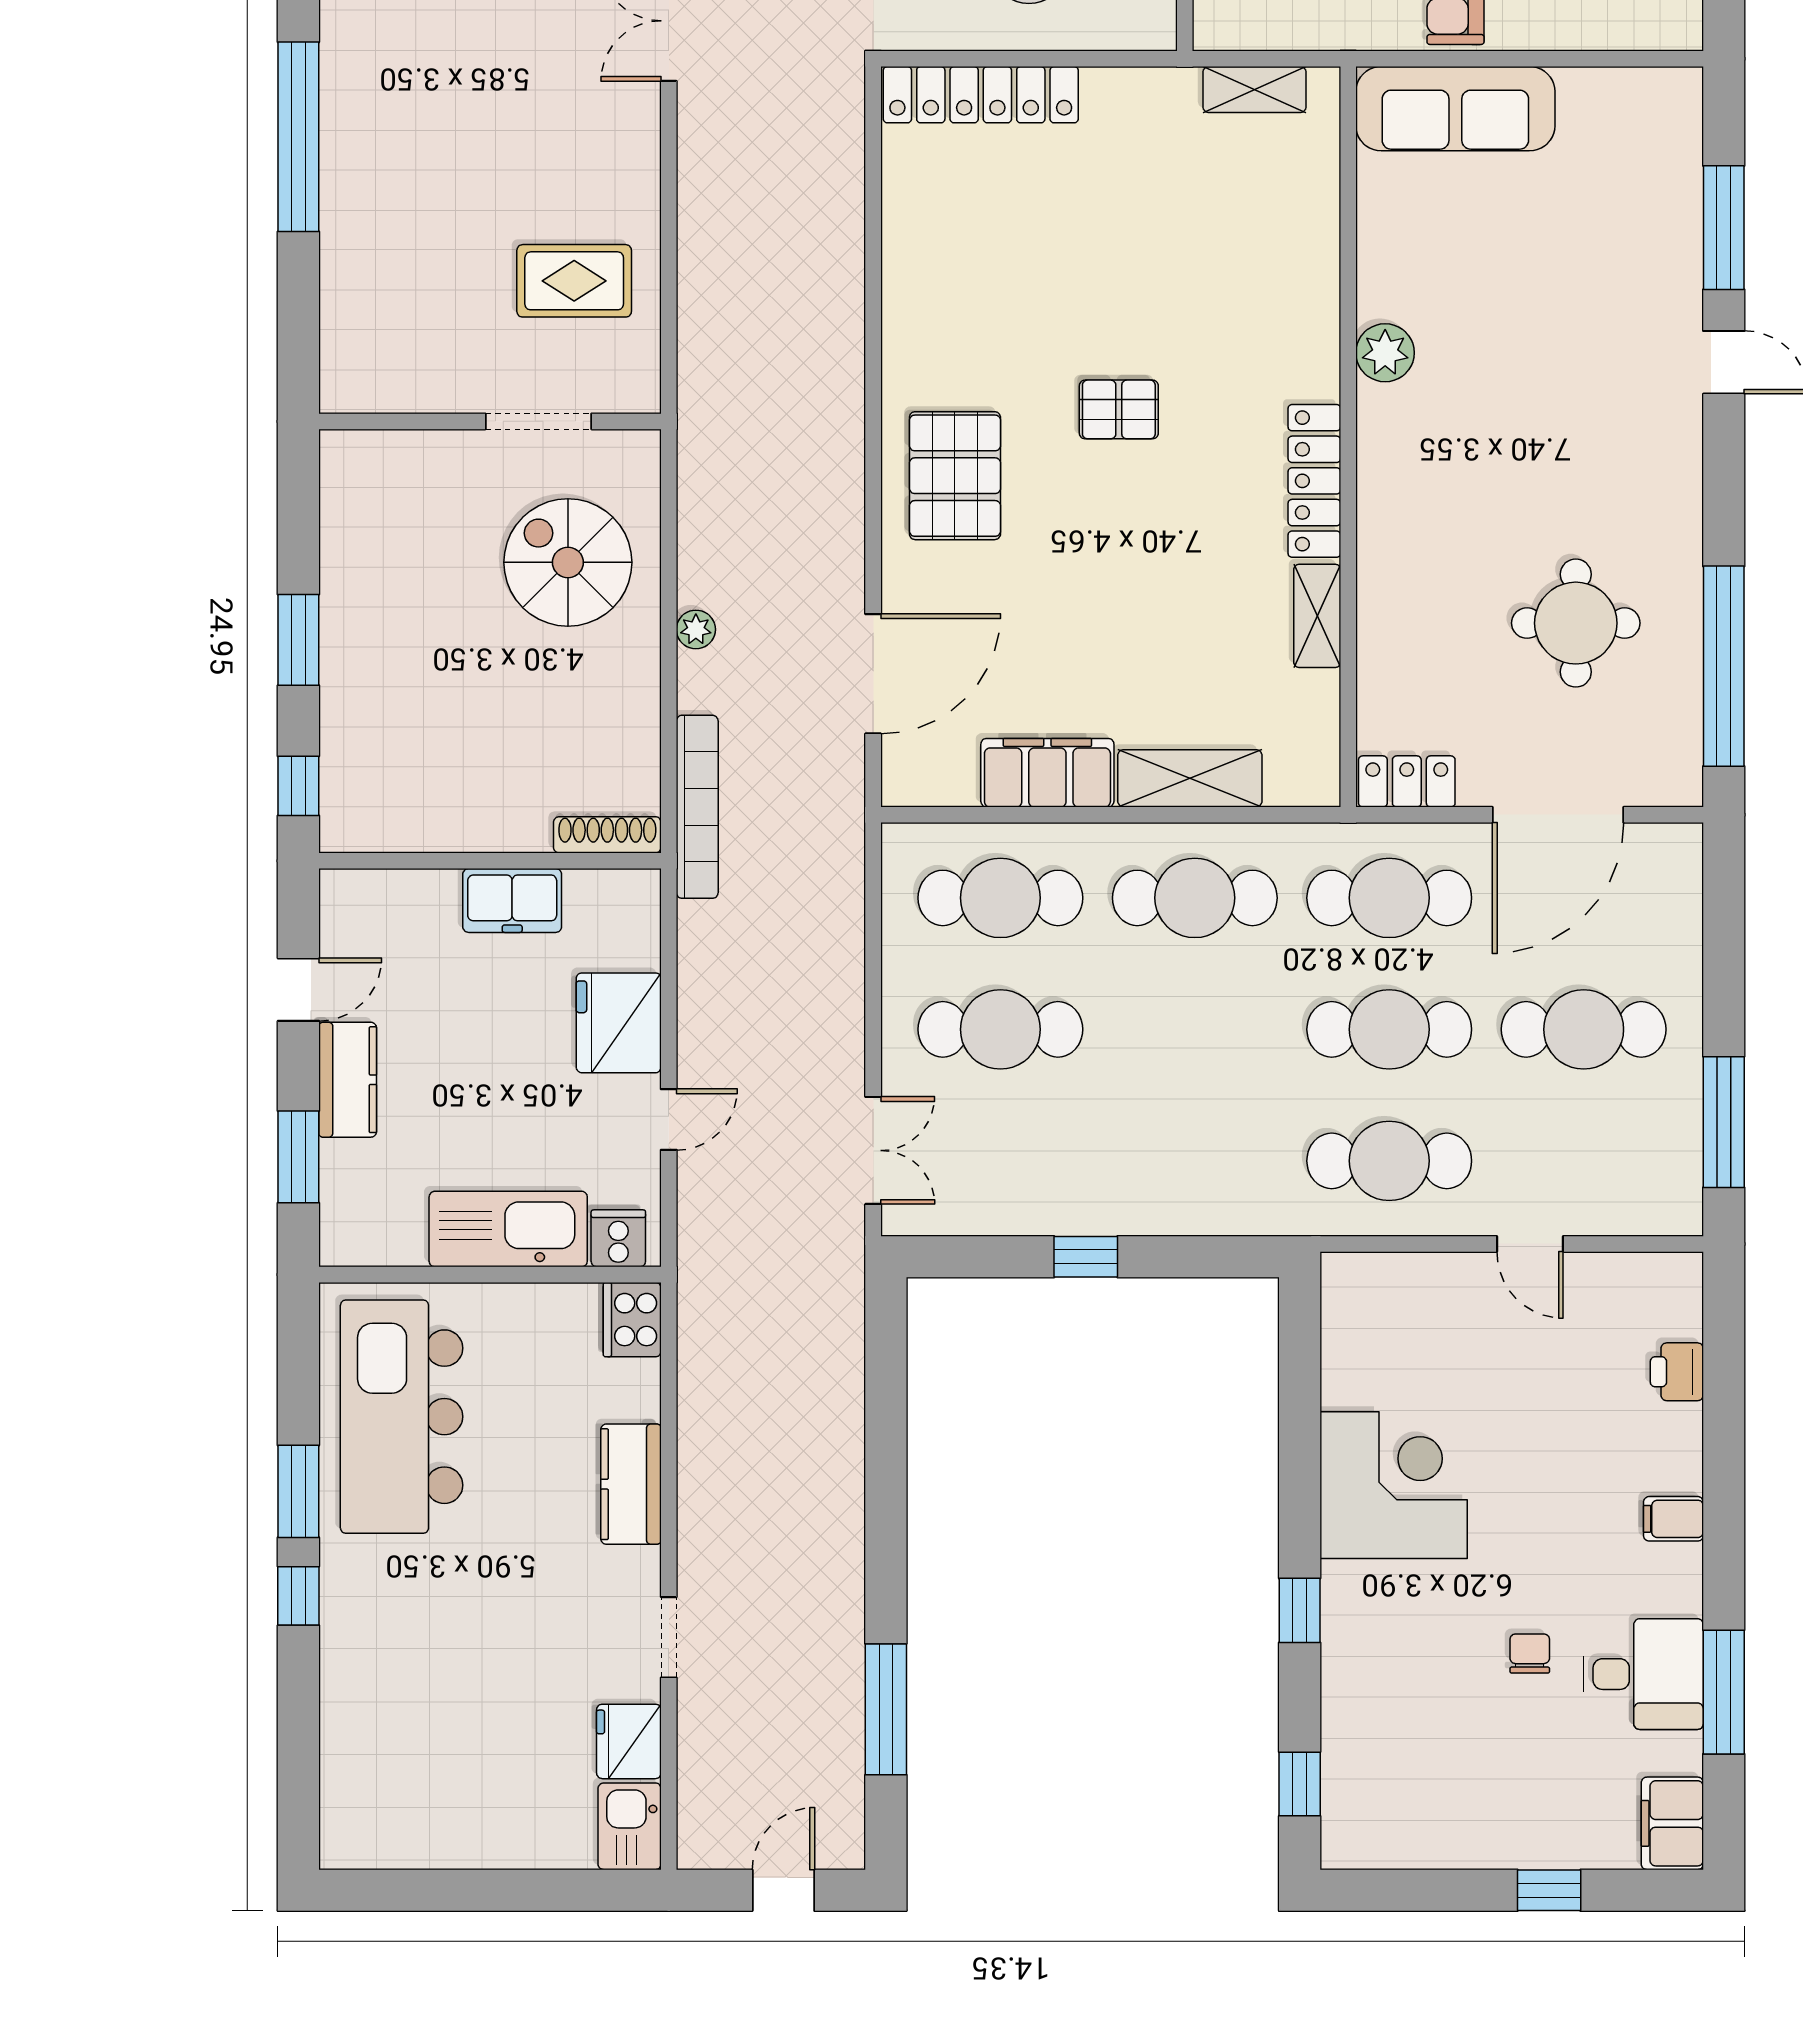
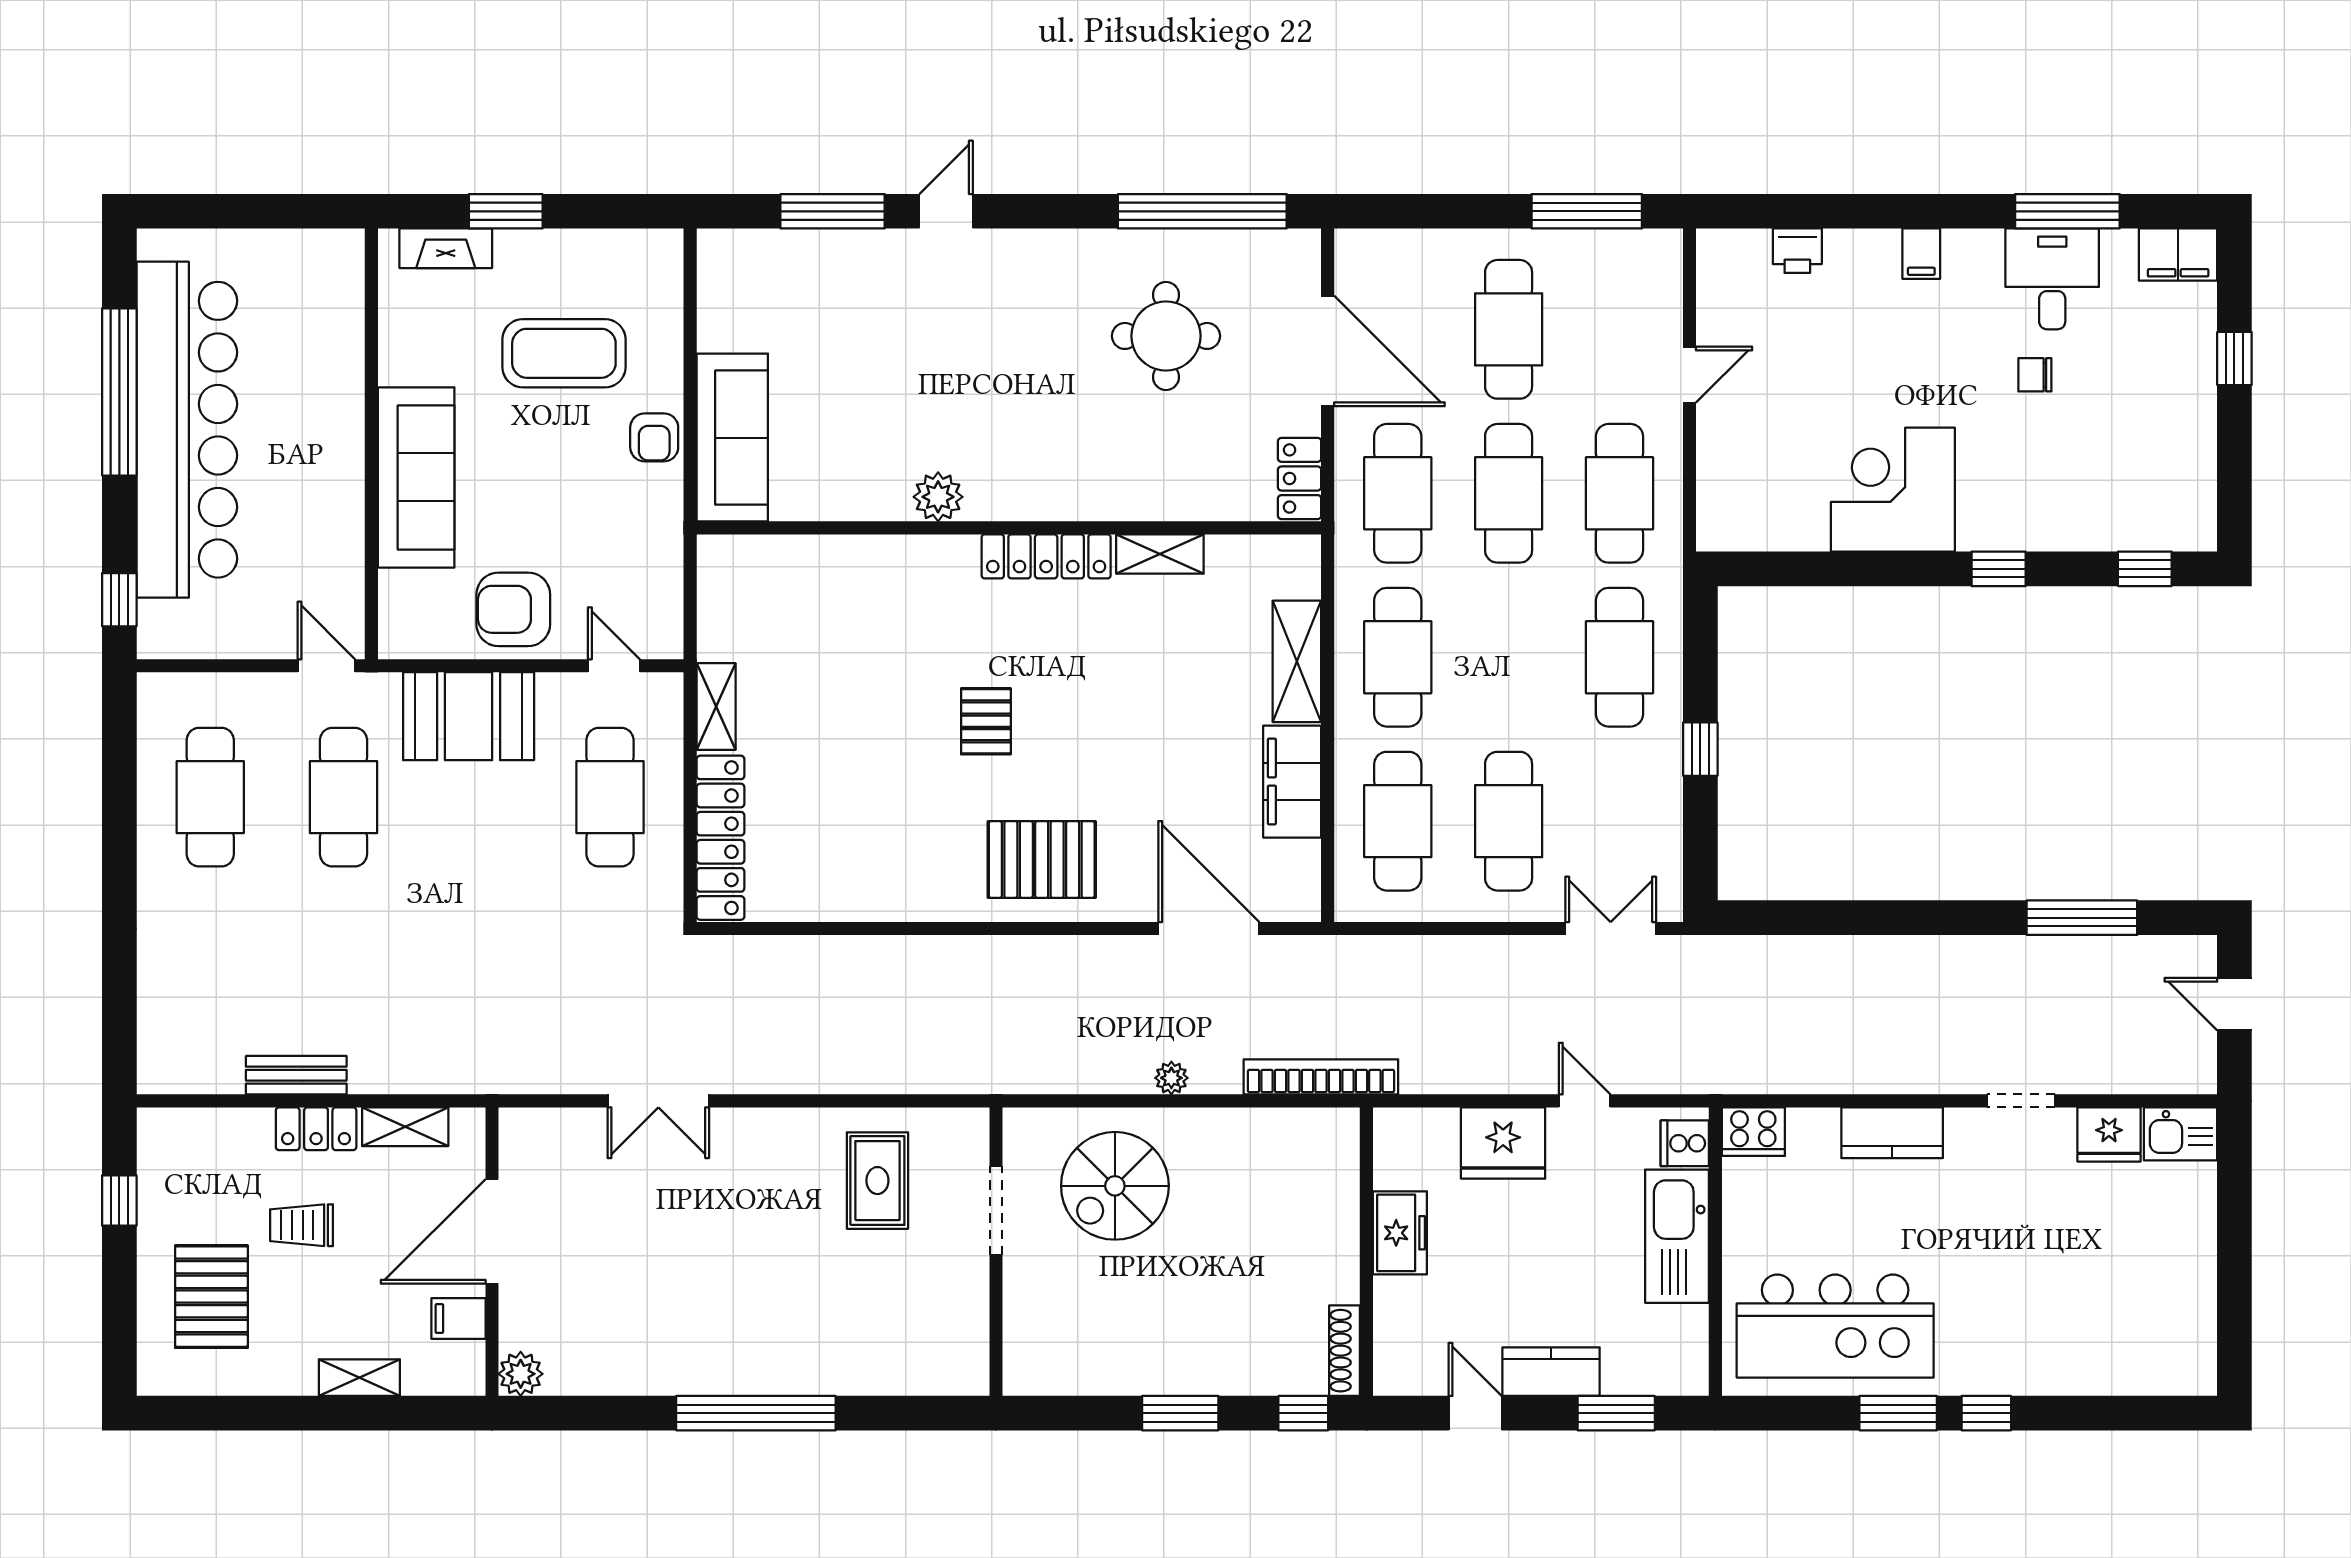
shelving: (1254, 90) -> (716, 707), moved
shoe rack: (607, 835) -> (1345, 1351), moved
cafe table: (1195, 1161) -> (1619, 657), added

